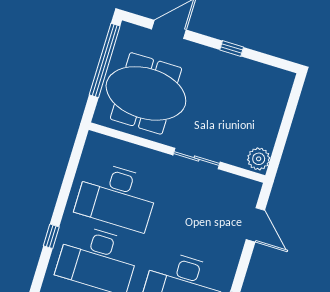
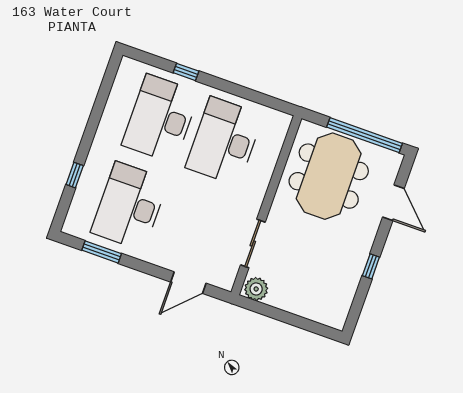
sliding door: (197, 159) -> (253, 244), moved

